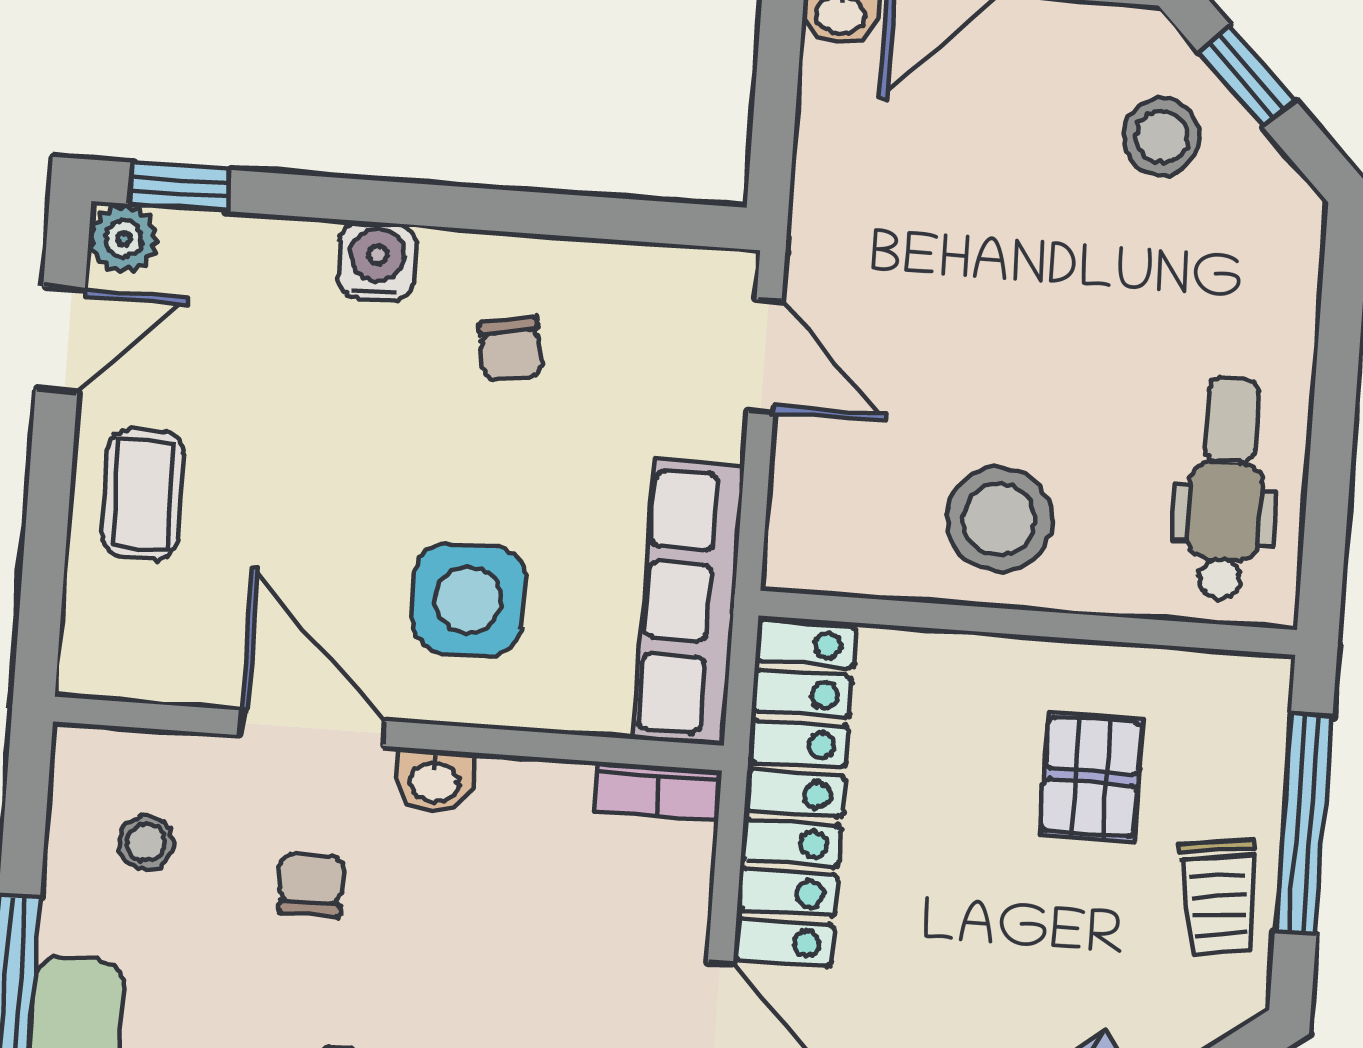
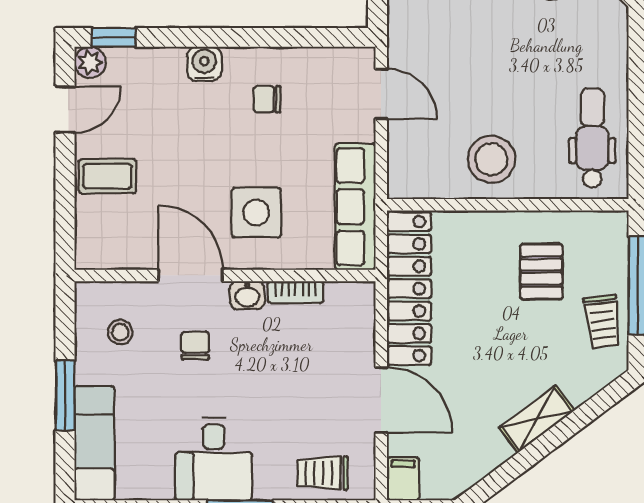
chair: (511, 349) -> (267, 99), turned 101
coffee table: (143, 494) -> (107, 176), turned 90
bookcase: (658, 791) -> (296, 292), moved

